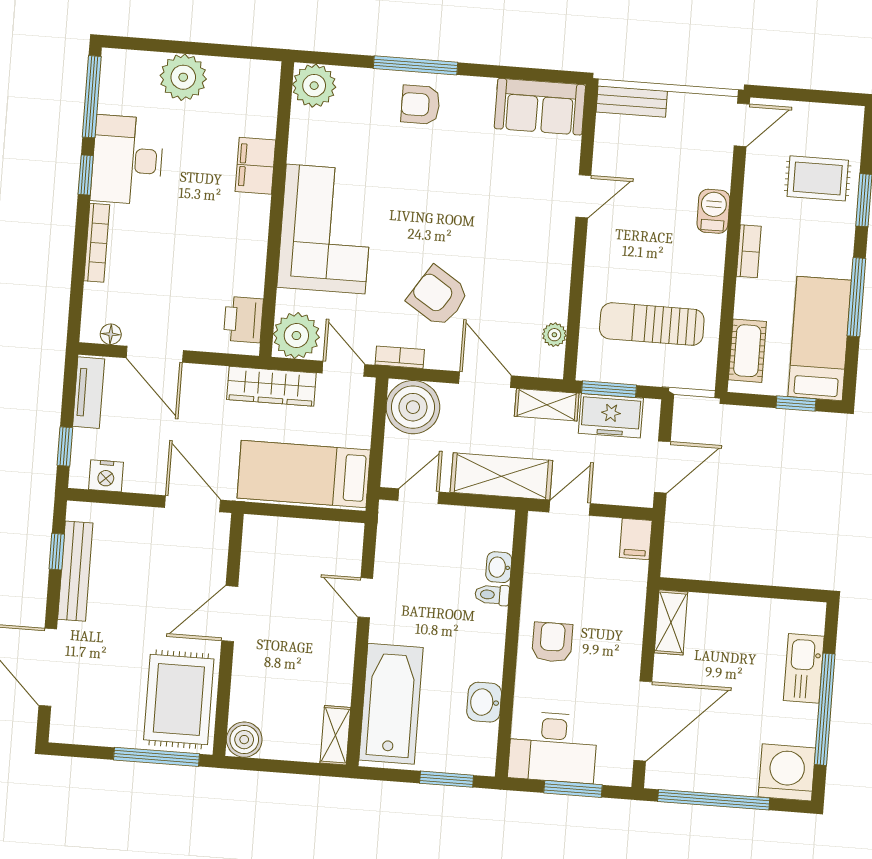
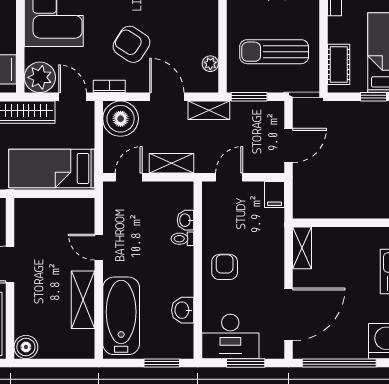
freezer: (611, 416) -> (252, 114), removed
shelving: (501, 476) -> (172, 163), width x0.67, depth x0.75
shelving: (335, 735) -> (83, 300), moved, width x1.50, depth x1.33

